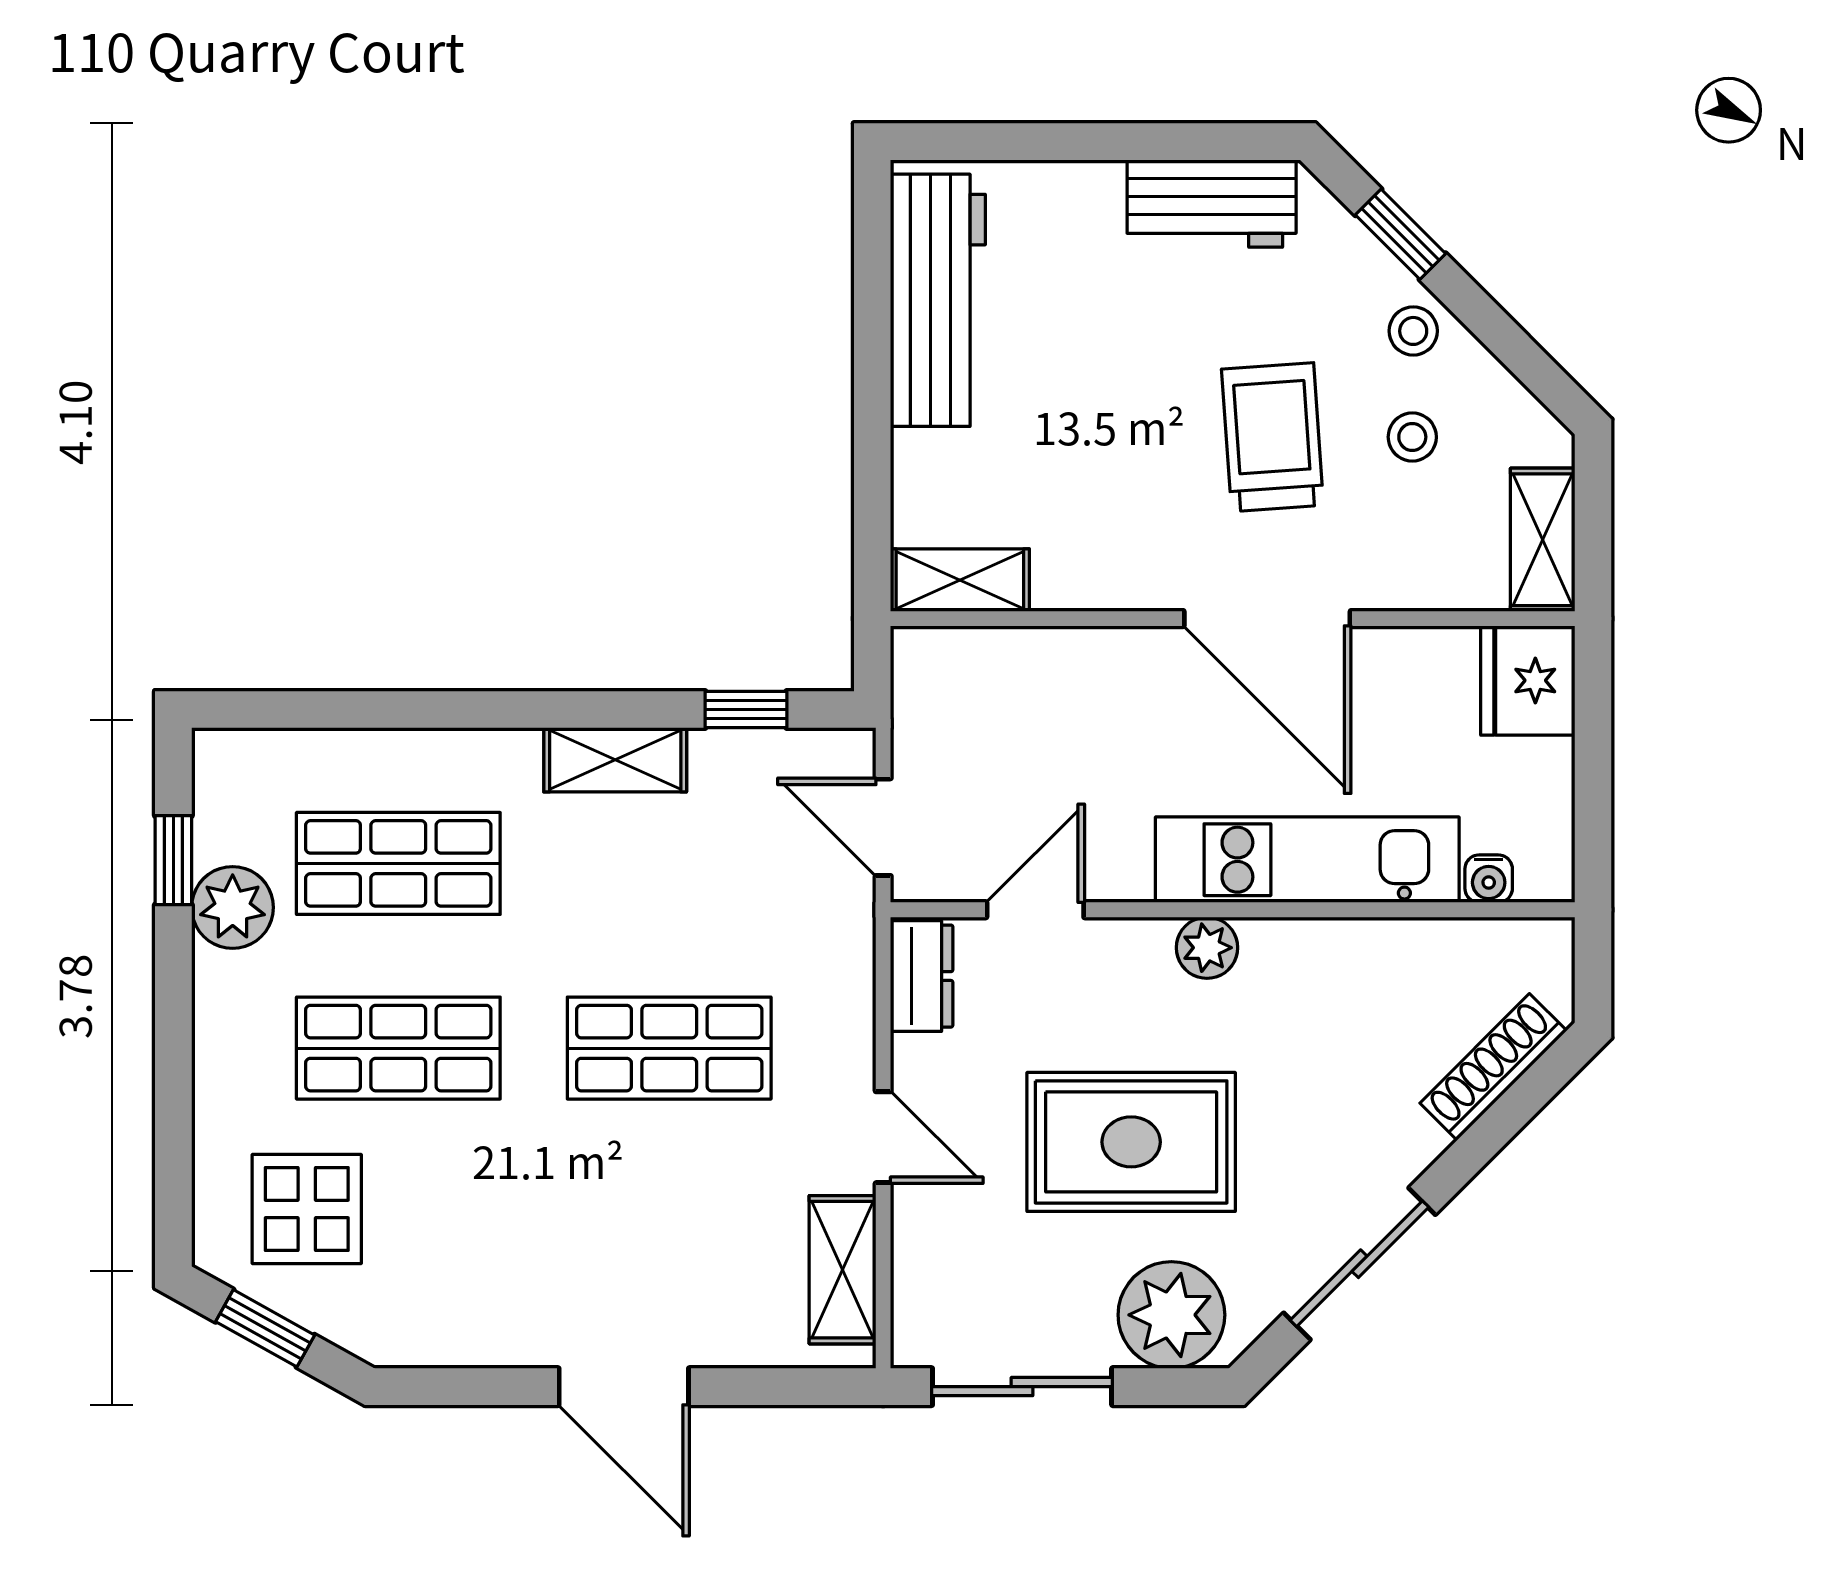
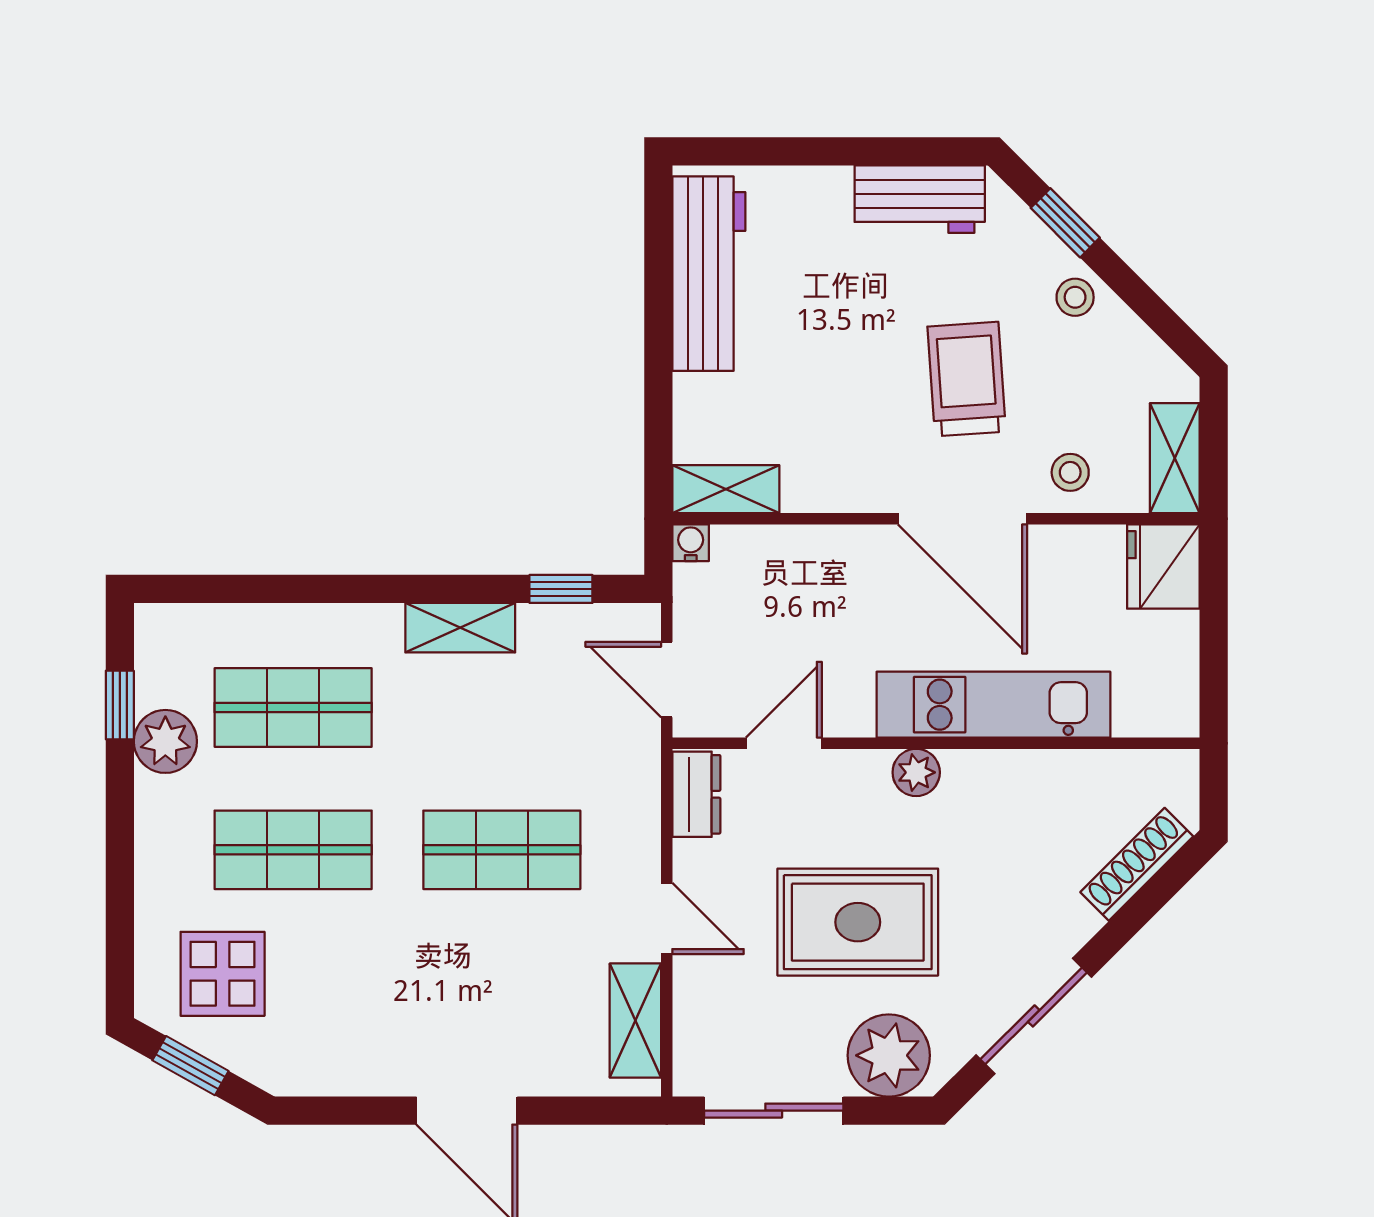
stool: (1412, 437) -> (1070, 472), moved
water cooler: (1489, 879) -> (691, 543), moved, turned 180

